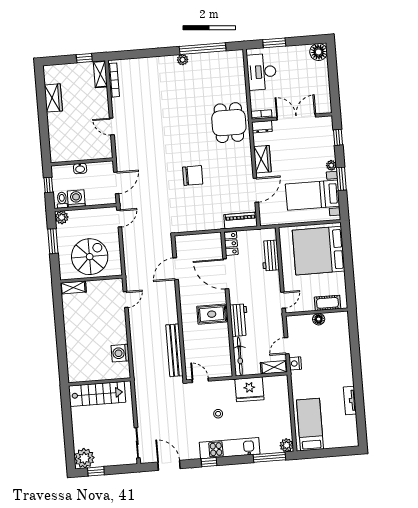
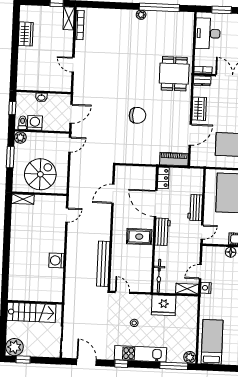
workbench: (270, 255) -> (195, 208), moved
workbench: (239, 320) -> (163, 232), moved
wall: (100, 382) -> (35, 302), moved
stairs: (97, 394) -> (31, 312), moved

